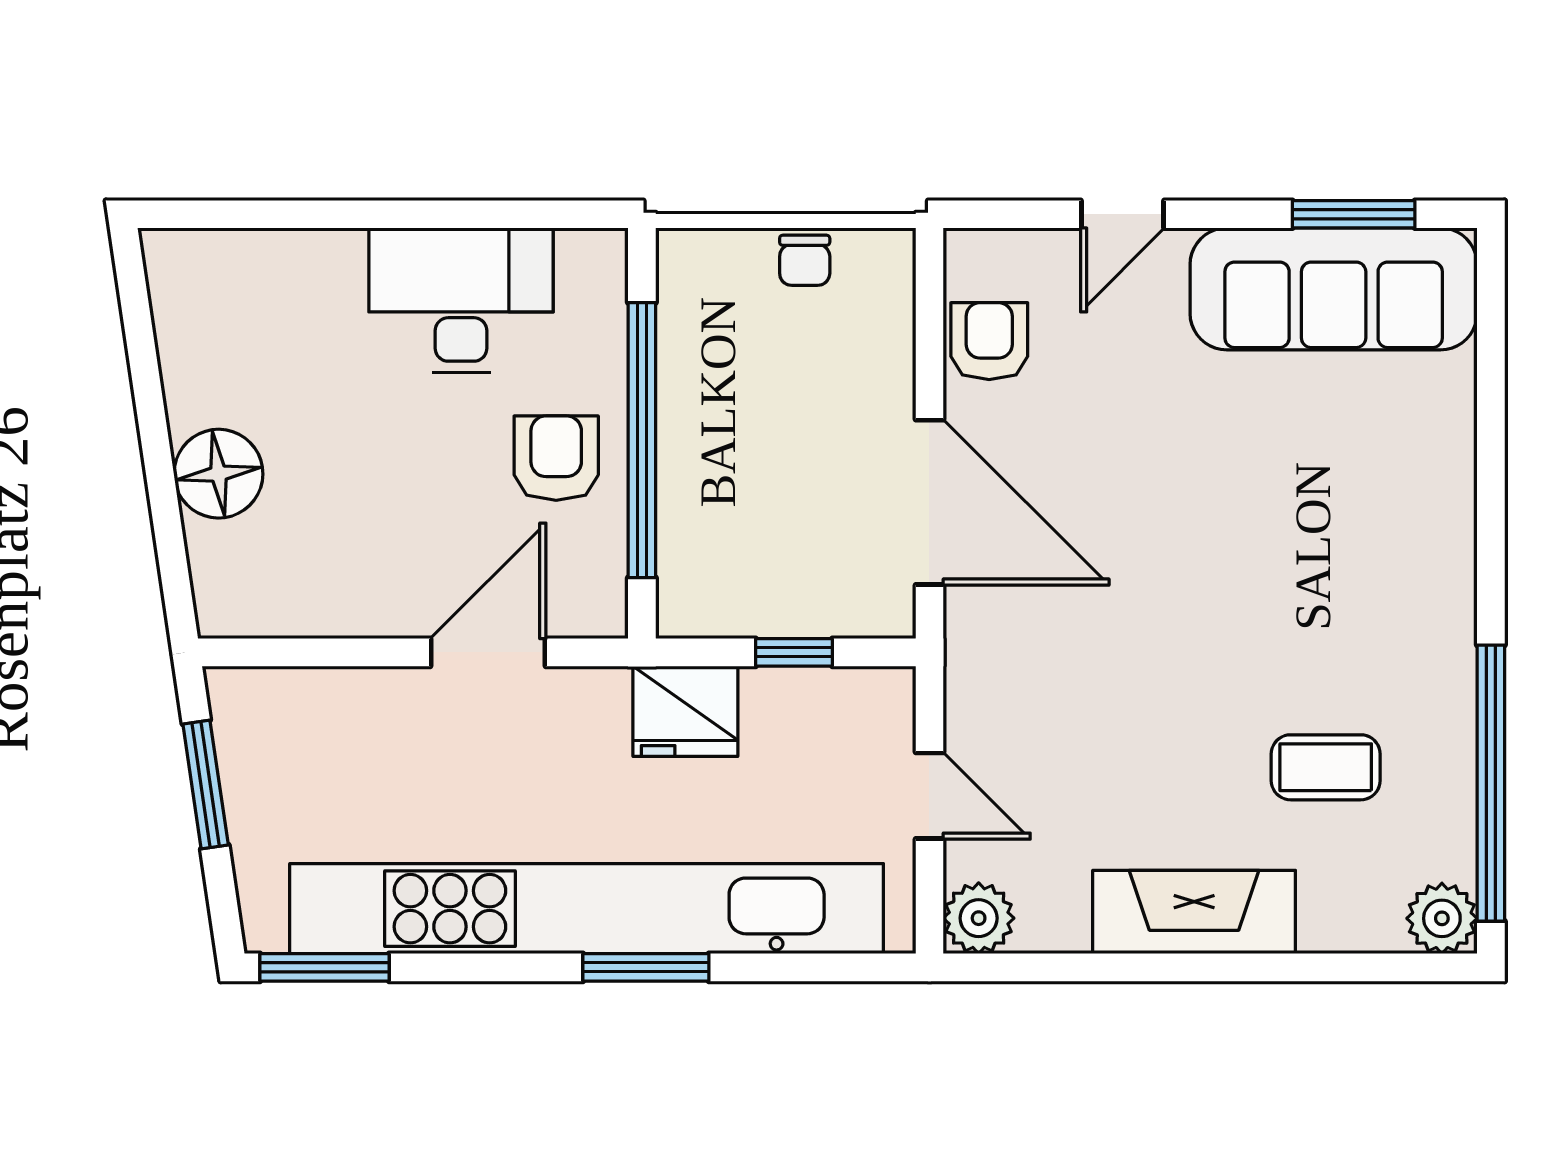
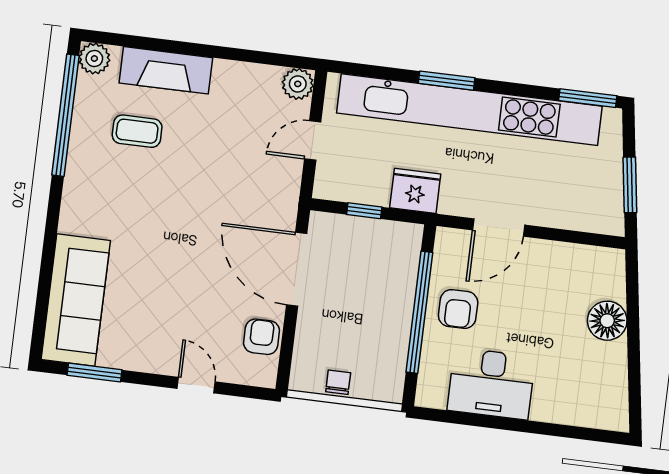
door: (1122, 214) -> (196, 385), hinge flipped
sofa: (1334, 289) -> (76, 300), moved, turned 90
armchair: (989, 341) -> (262, 337), turned 180
door: (929, 796) -> (313, 140), hinge flipped
fireplace: (1194, 912) -> (166, 70), moved

